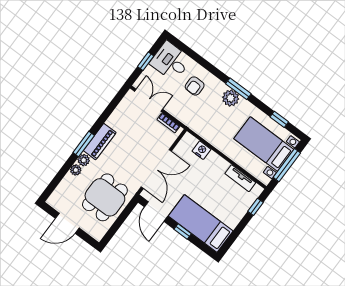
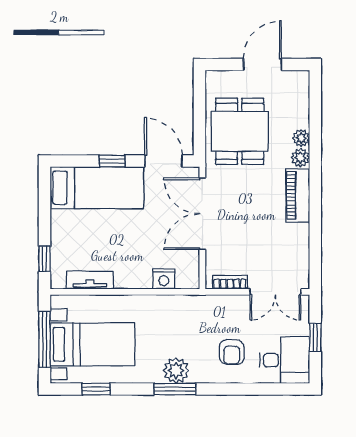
armchair: (195, 86) -> (232, 352), turned 180
window: (84, 144) -> (315, 178), removed

